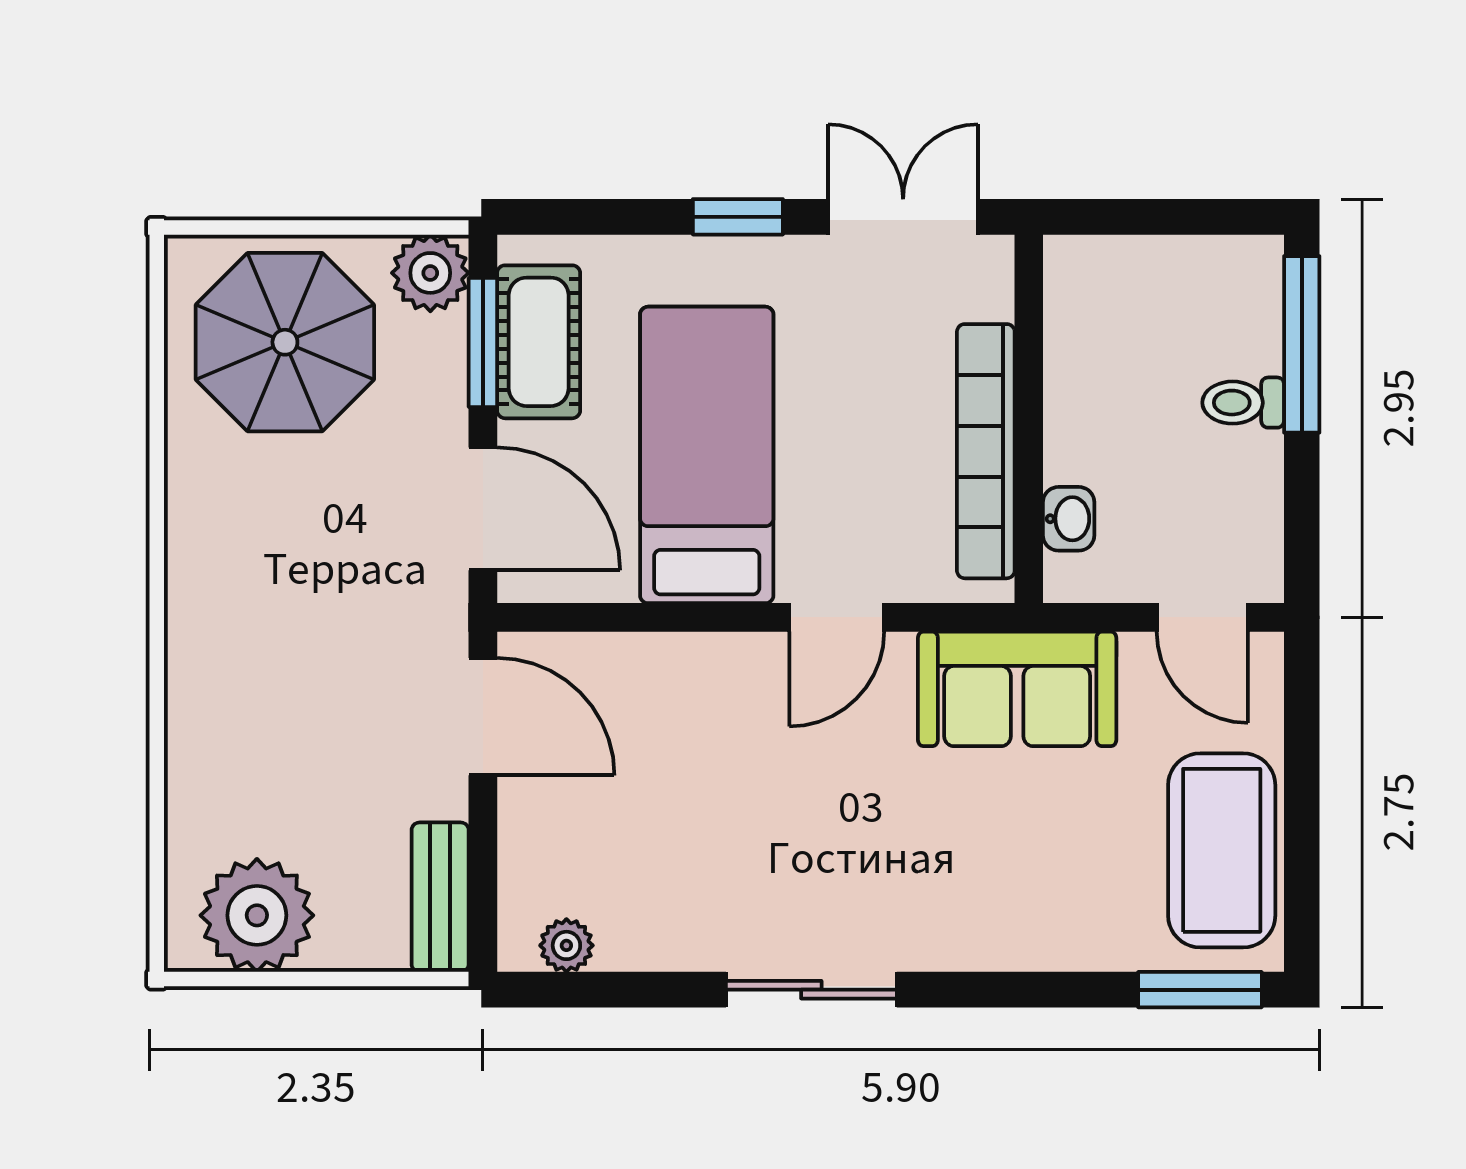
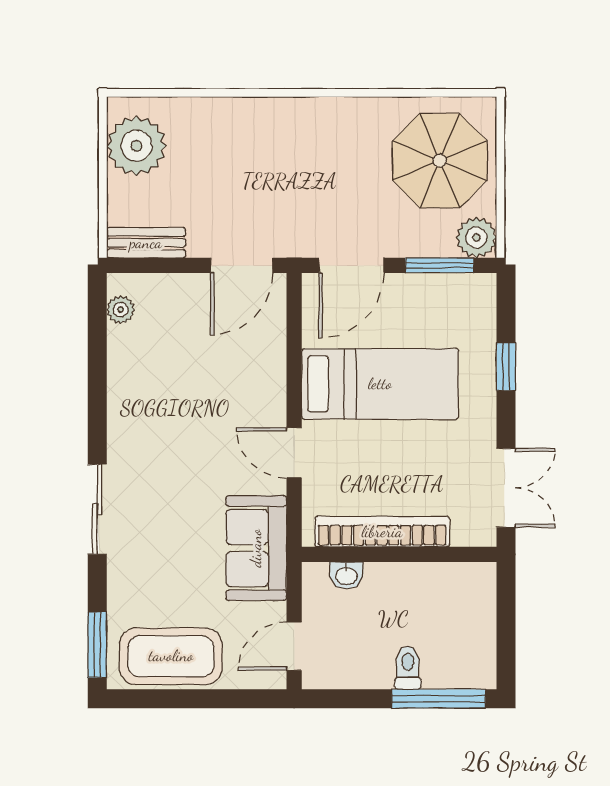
window: (738, 217) -> (506, 367), moved
cot: (539, 342) -> (440, 295), removed
sliding door: (811, 990) -> (97, 509), moved

